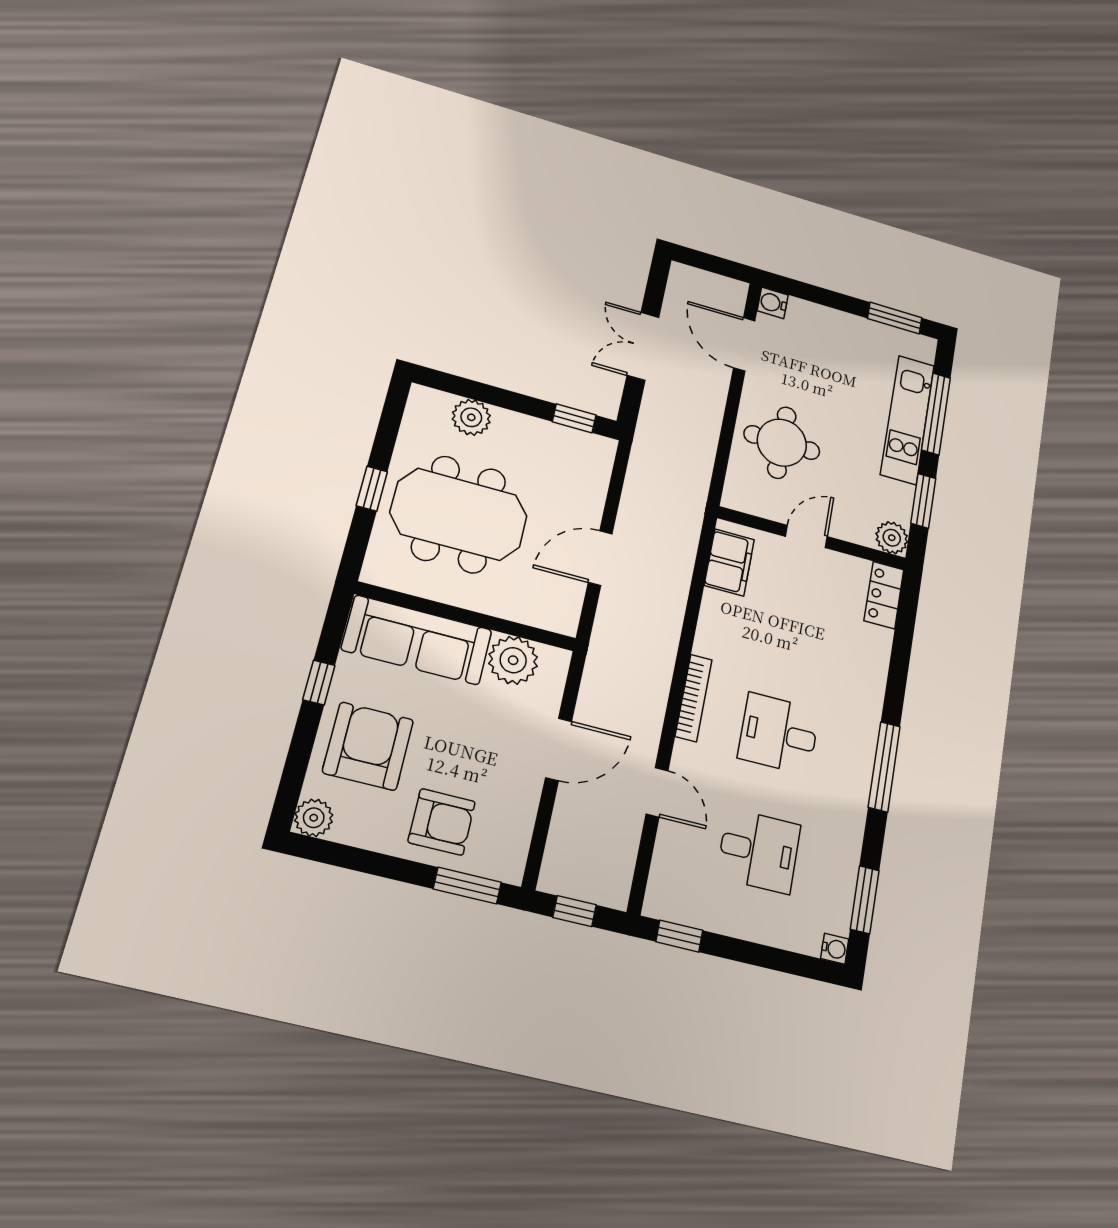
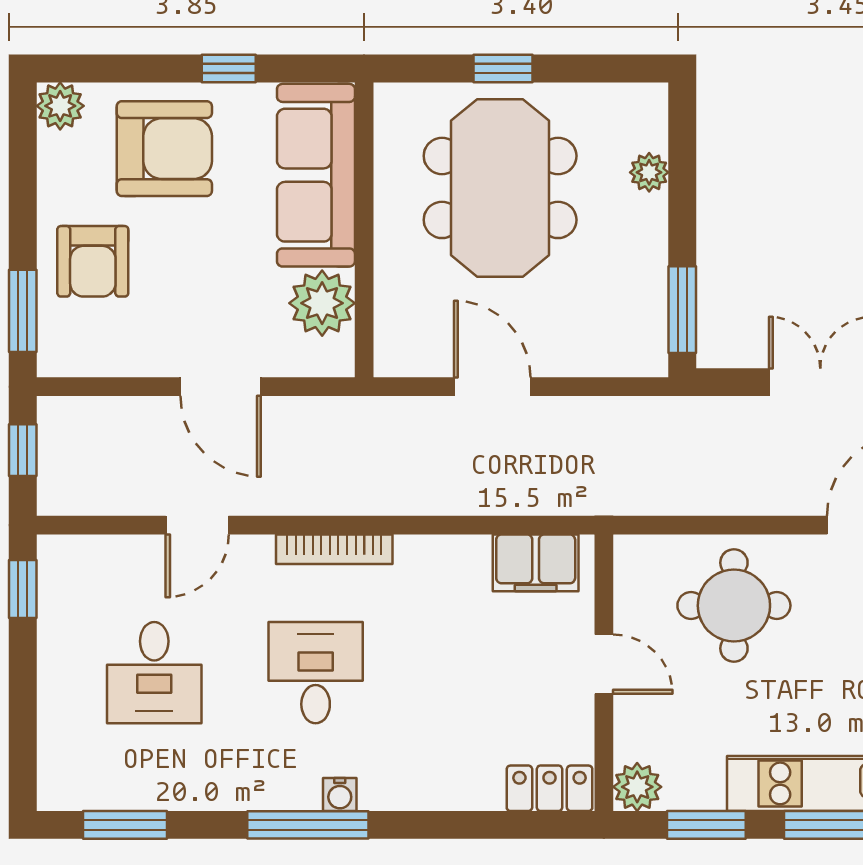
plant: (471, 417) -> (649, 172), width x0.73, depth x0.73
window: (574, 418) -> (682, 310), width x1.50
water cooler: (835, 949) -> (340, 794), moved

